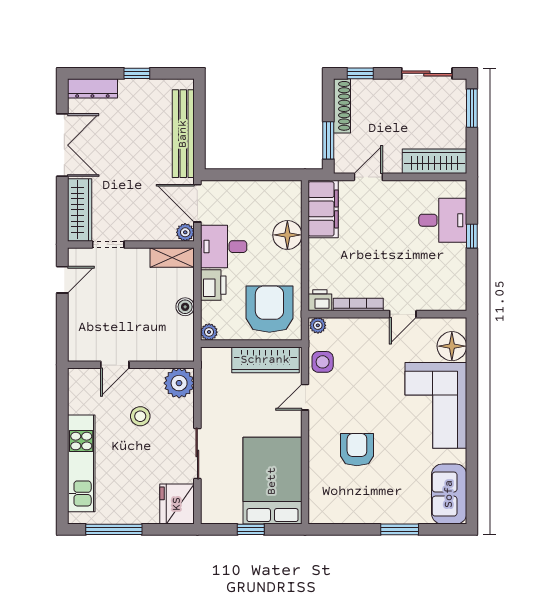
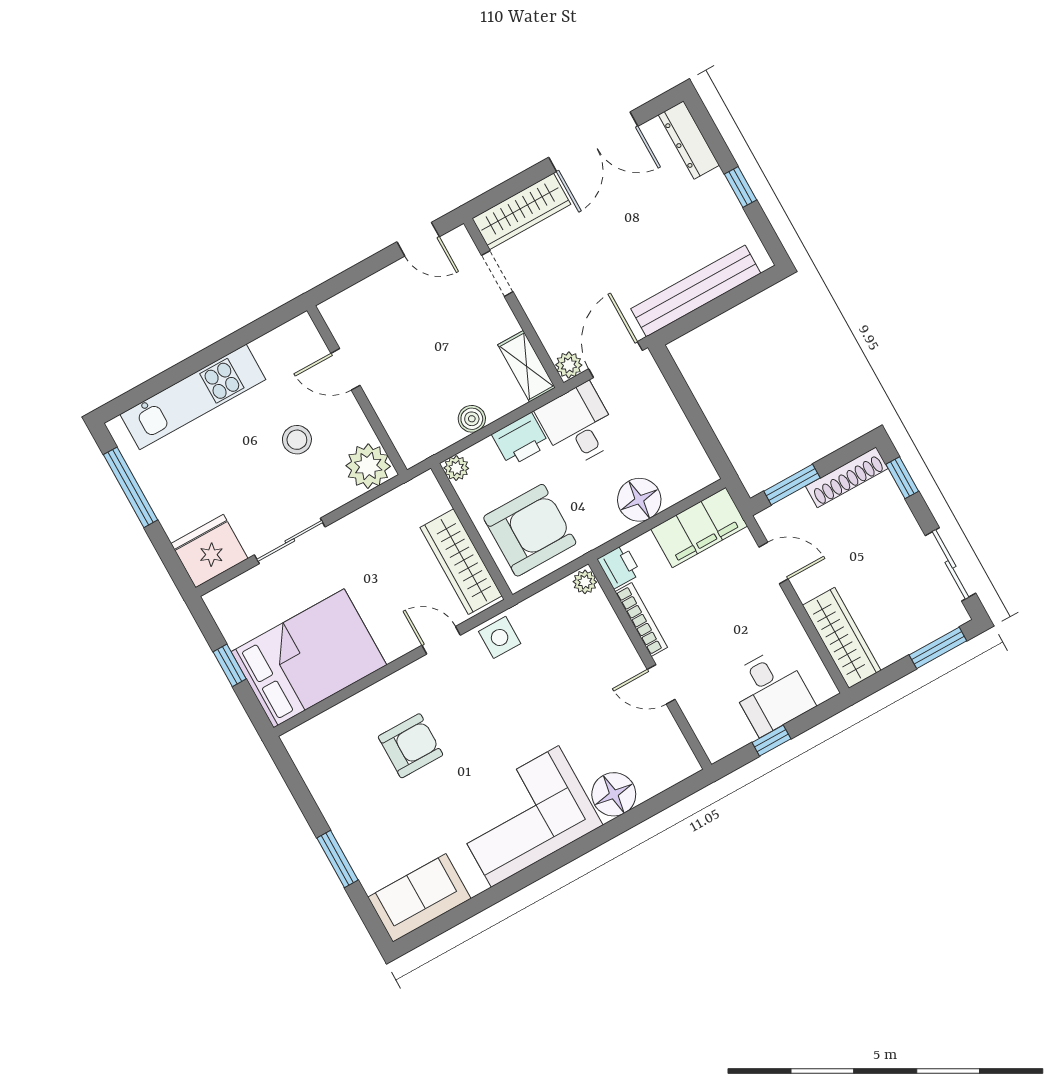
printer: (320, 300) -> (619, 566), moved
bookcase: (358, 305) -> (641, 619), moved
wall: (387, 314) -> (650, 664), moved
door: (403, 314) -> (661, 684), moved
plant: (318, 325) -> (585, 582), moved

